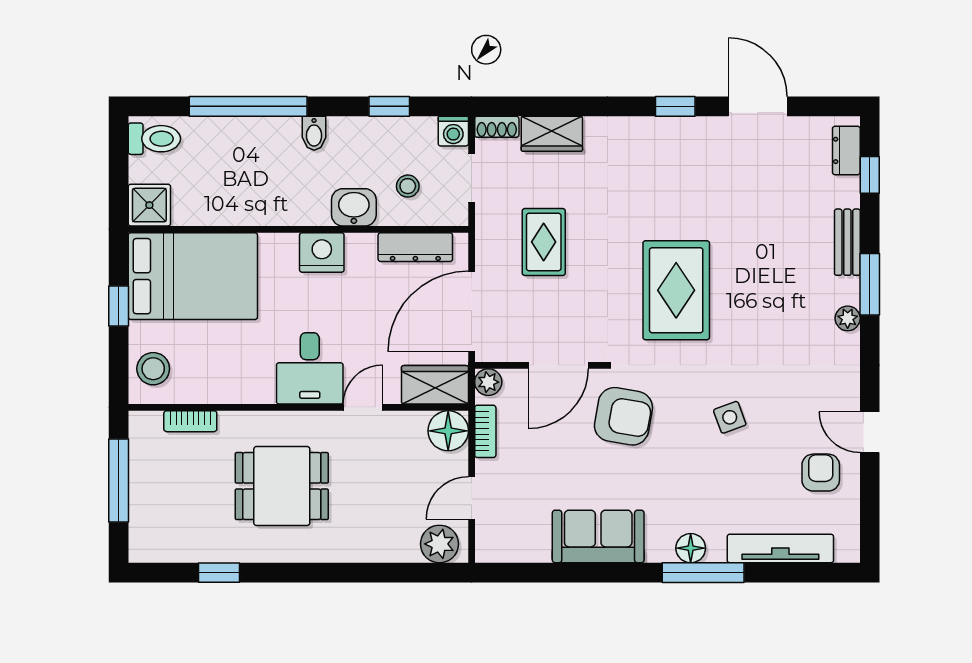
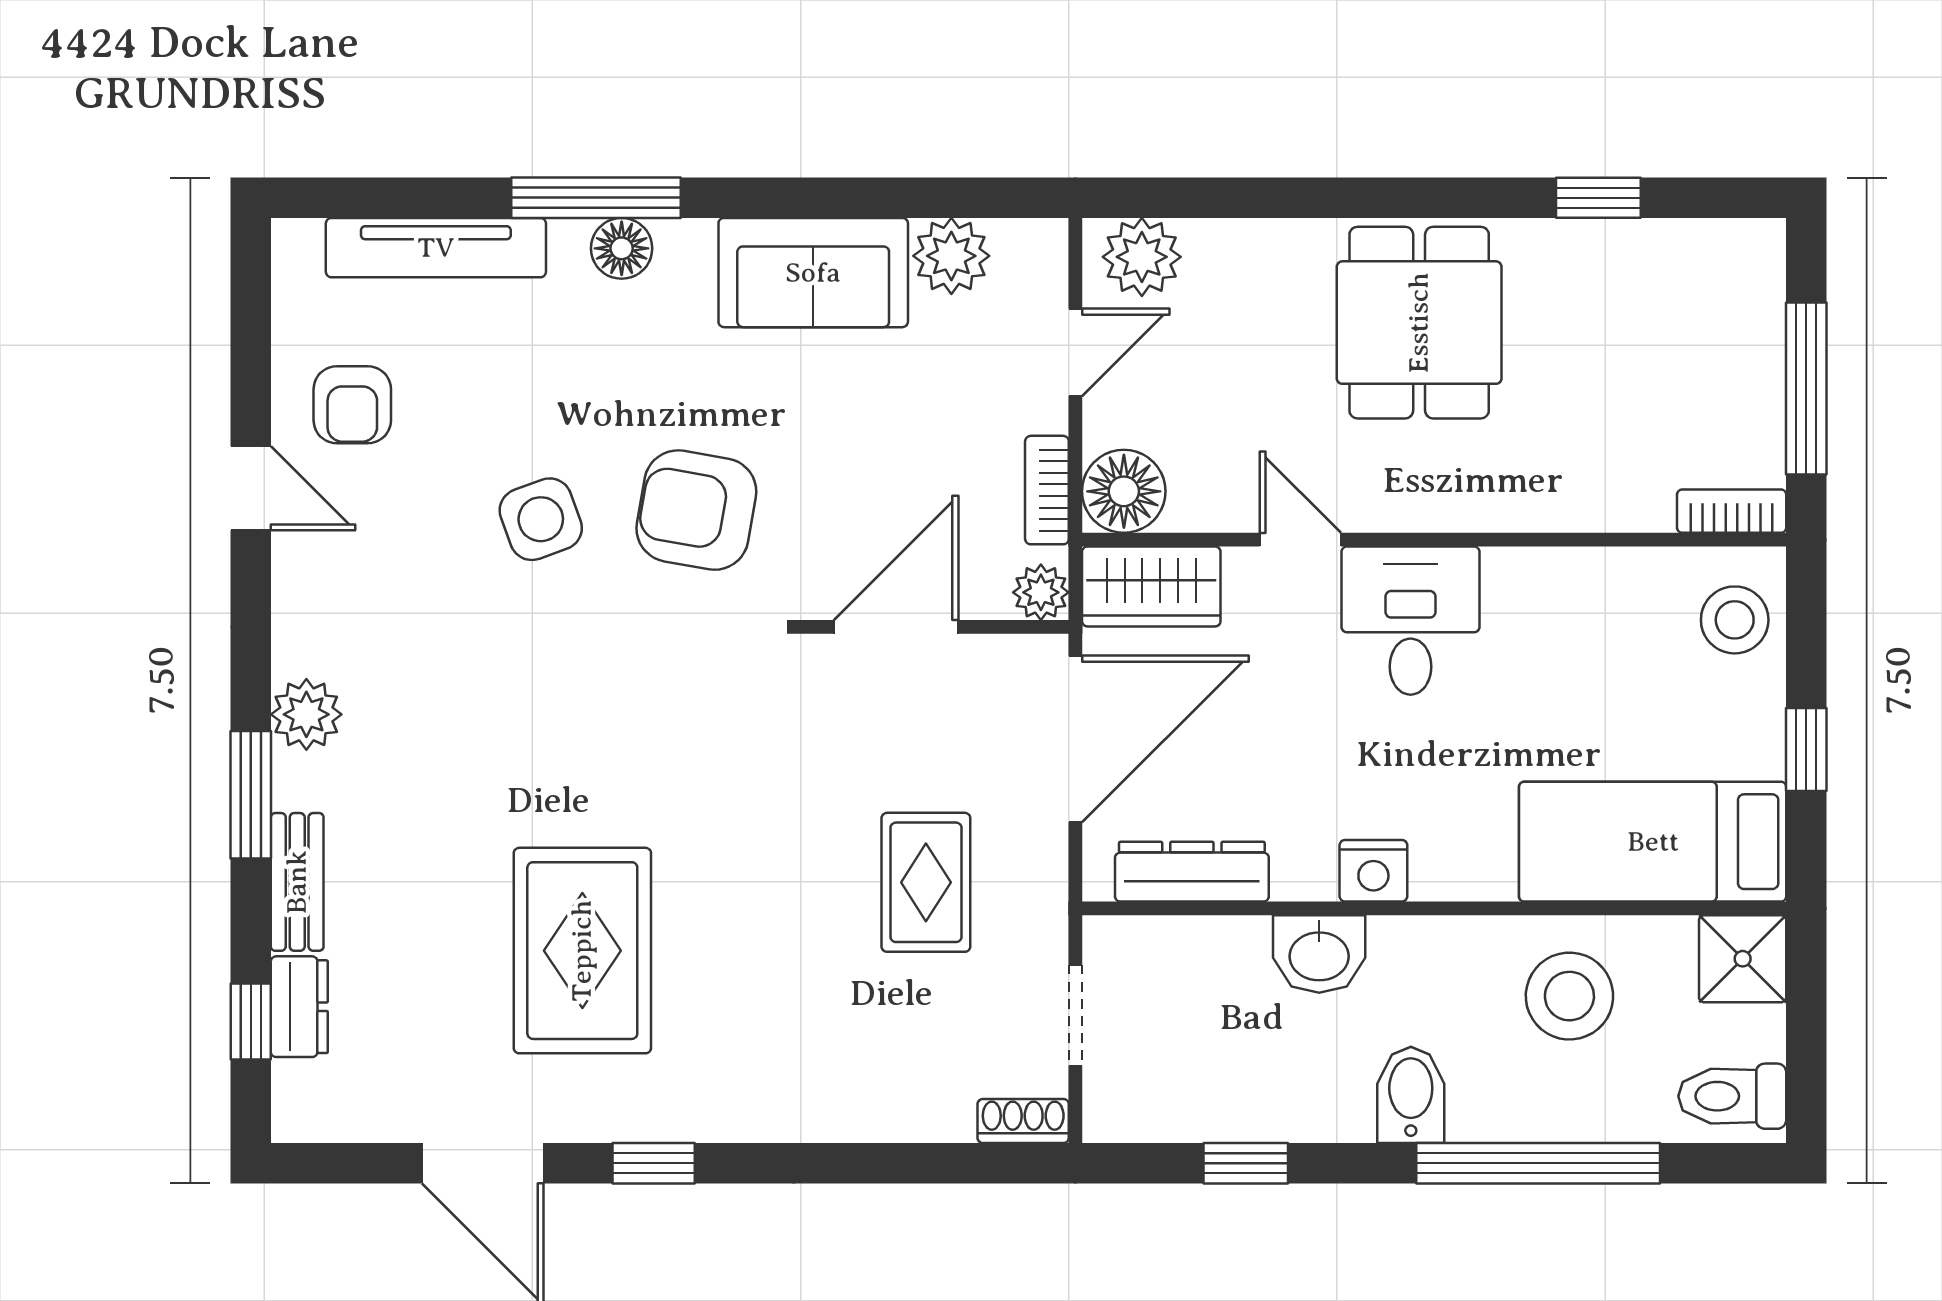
washing machine: (453, 131) -> (1113, 1112), removed
bidet: (314, 133) -> (1411, 1095), width x1.38, depth x1.36
wardrobe: (552, 134) -> (909, 1106), removed
dresser: (846, 150) -> (299, 1007), moved
stool: (408, 186) -> (1569, 996), moved, width x1.89, depth x1.89
nightstand: (322, 252) -> (1373, 871), width x0.74, depth x0.75
bed: (193, 276) -> (1653, 842), width x0.67
rug: (676, 290) -> (582, 951), moved
plant: (848, 318) -> (306, 714), width x1.38, depth x1.38
door: (363, 407) -> (1300, 540), swing flipped
armchair: (623, 416) -> (696, 510), moved
side table: (730, 417) -> (541, 519), width x1.37, depth x1.37
bookcase: (190, 421) -> (1732, 511), moved
dining table: (282, 486) -> (1419, 323), moved, turned 90
plant: (531, 544) -> (951, 256), added

